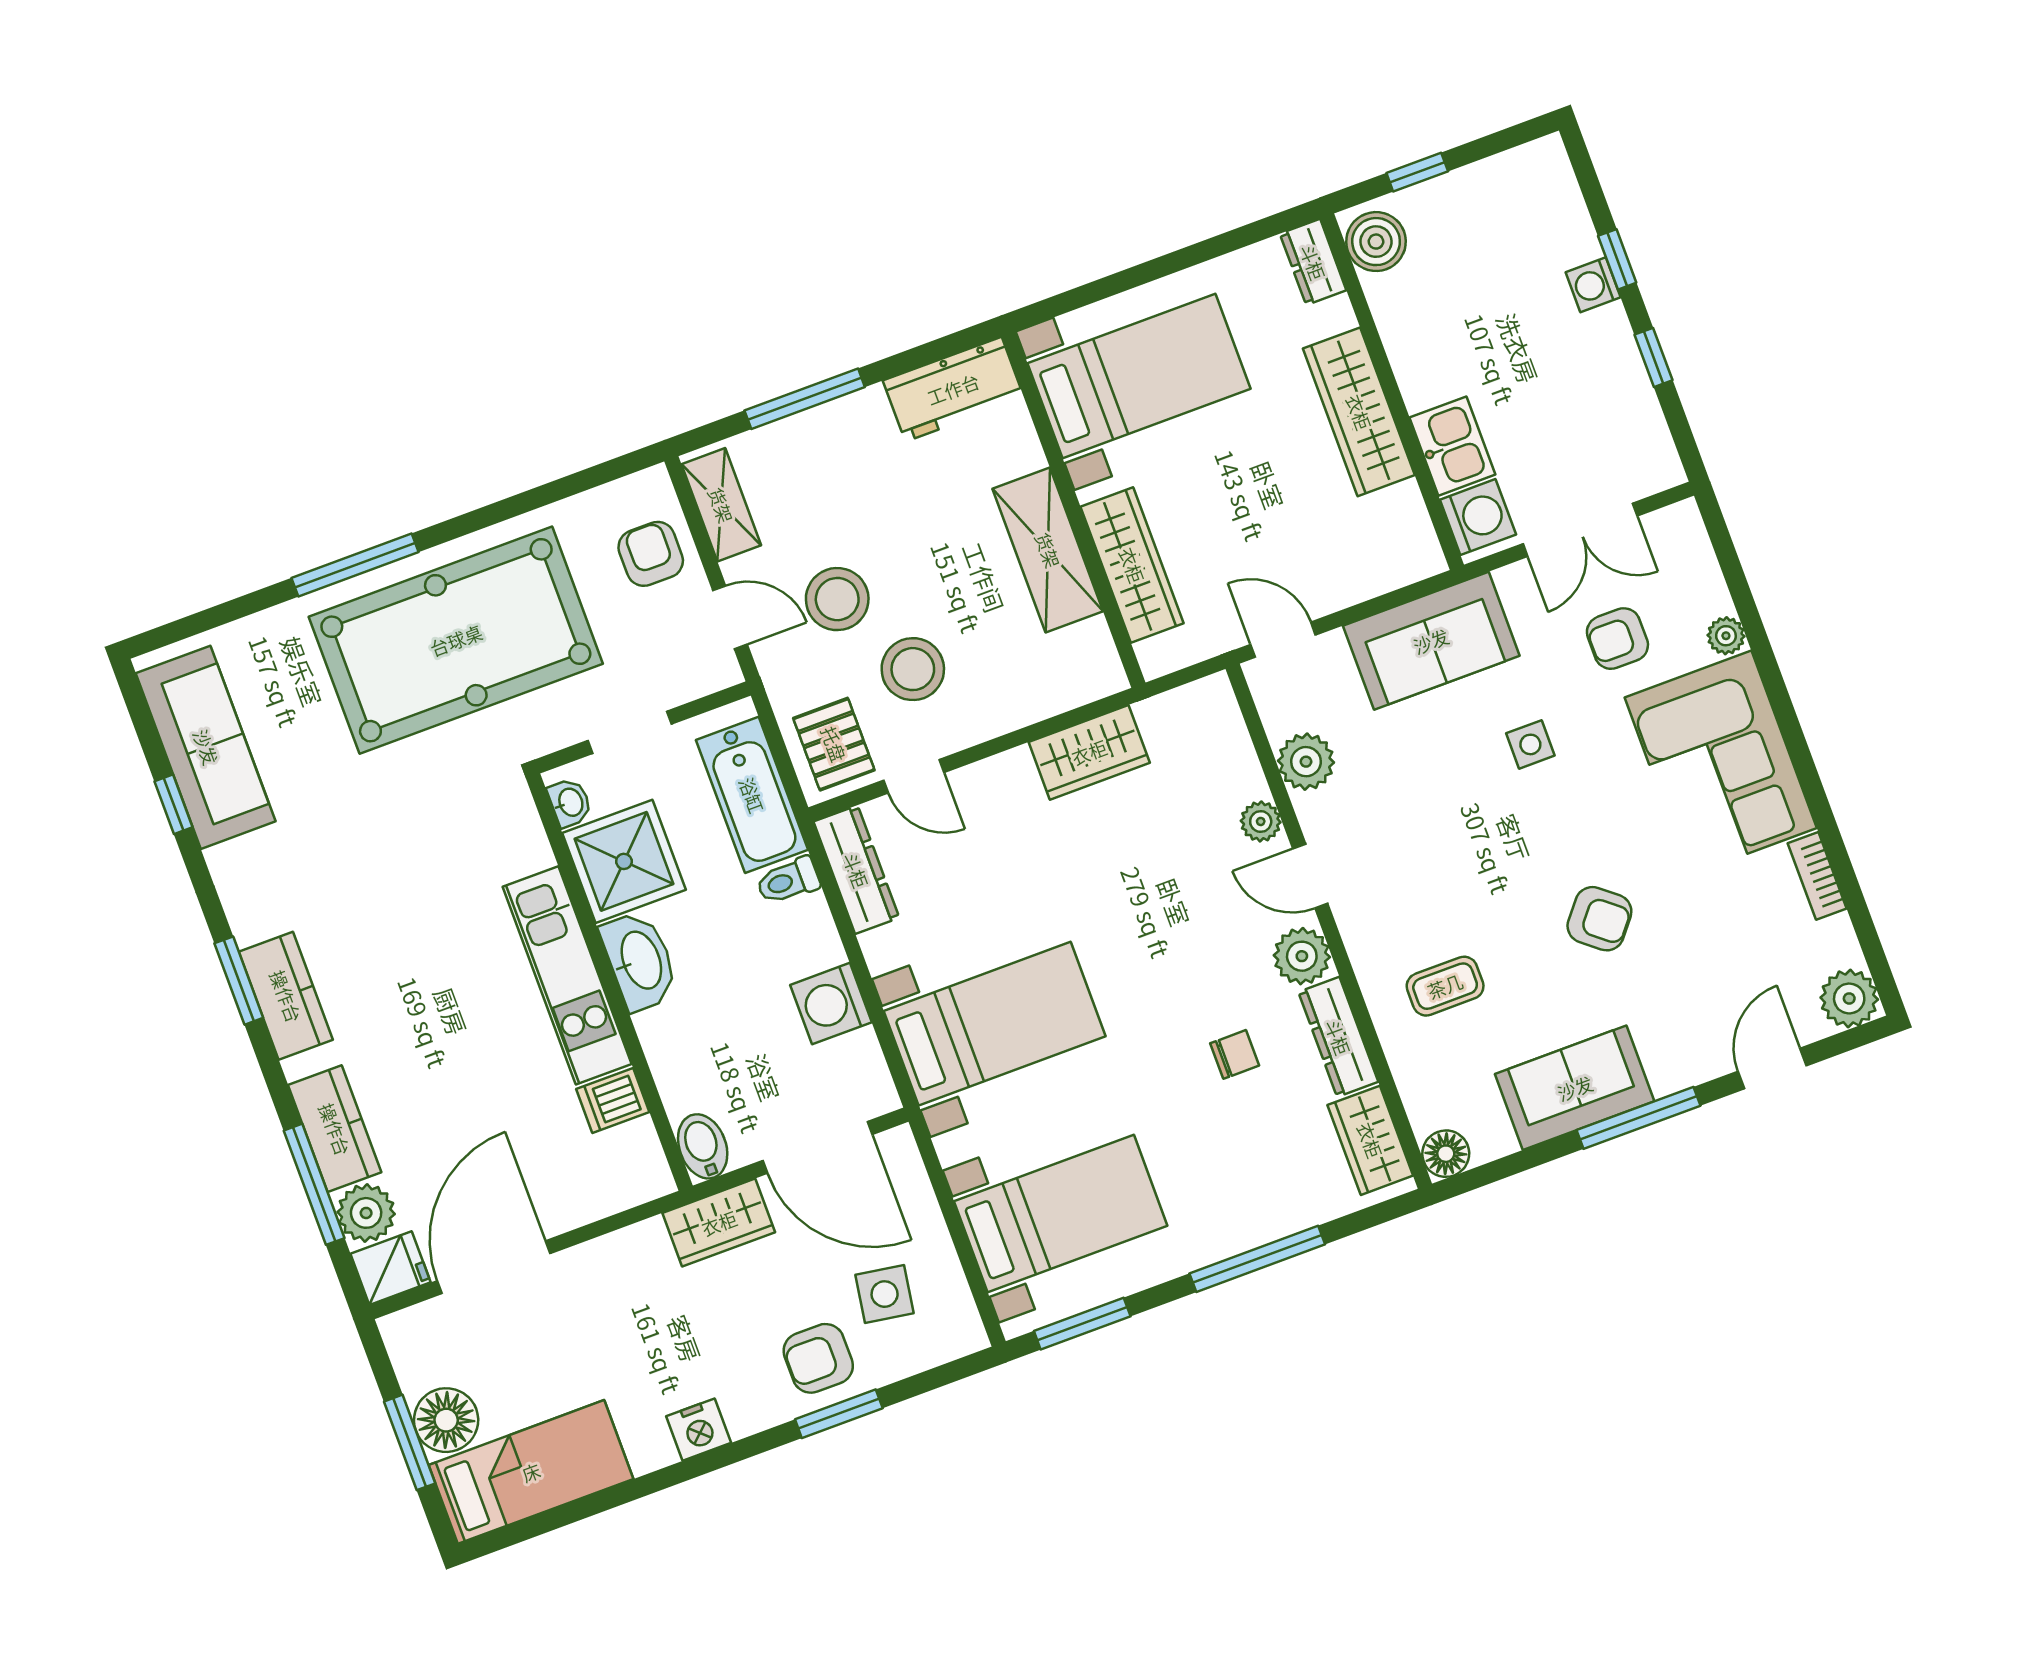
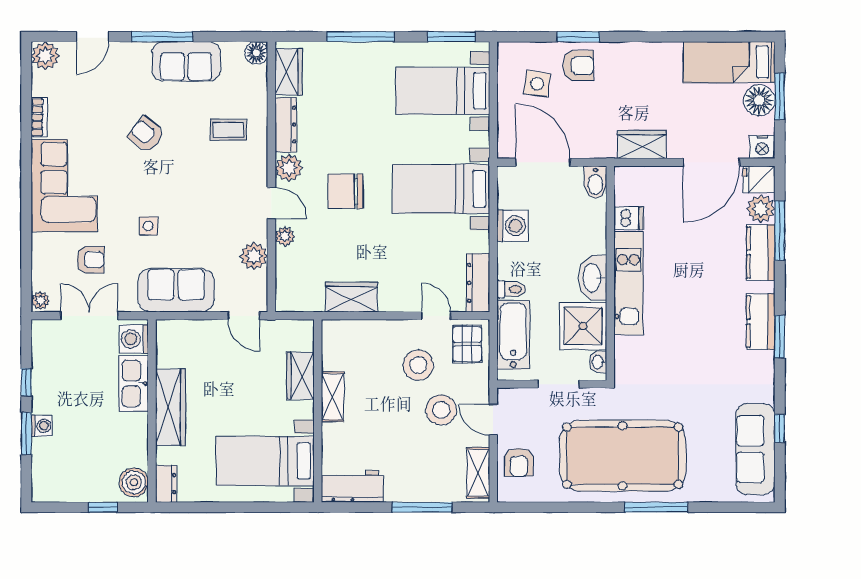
window: (1617, 259) -> (26, 433), width x1.50
kitchen sink: (1452, 446) -> (133, 383), width x1.38
shelving: (1048, 550) -> (333, 397), width x0.67, depth x0.75
wardrobe: (1132, 565) -> (300, 376), width x0.67
plant: (1726, 636) -> (40, 301), moved
chair: (1235, 1054) -> (346, 191), moved, width x1.87, depth x1.87
wardrobe: (719, 1223) -> (642, 145), moved
nightstand: (699, 1430) -> (762, 147), moved, turned 180

